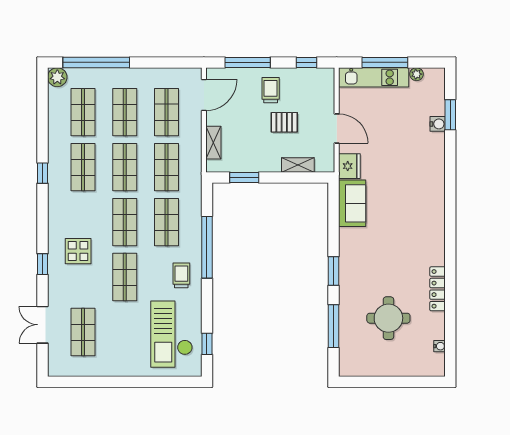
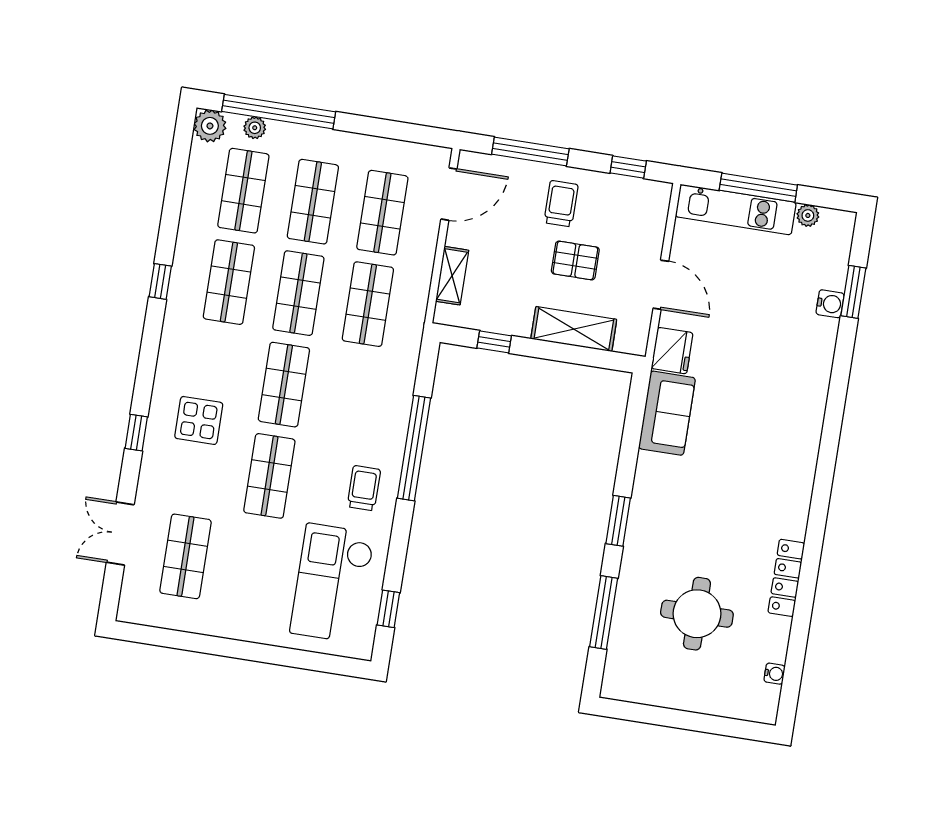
plant: (84, 74) -> (255, 128), added
shelving: (298, 165) -> (574, 329), width x1.50, depth x1.33
window: (244, 177) -> (494, 342), width x0.67
shop shelf: (167, 222) -> (353, 396), removed

